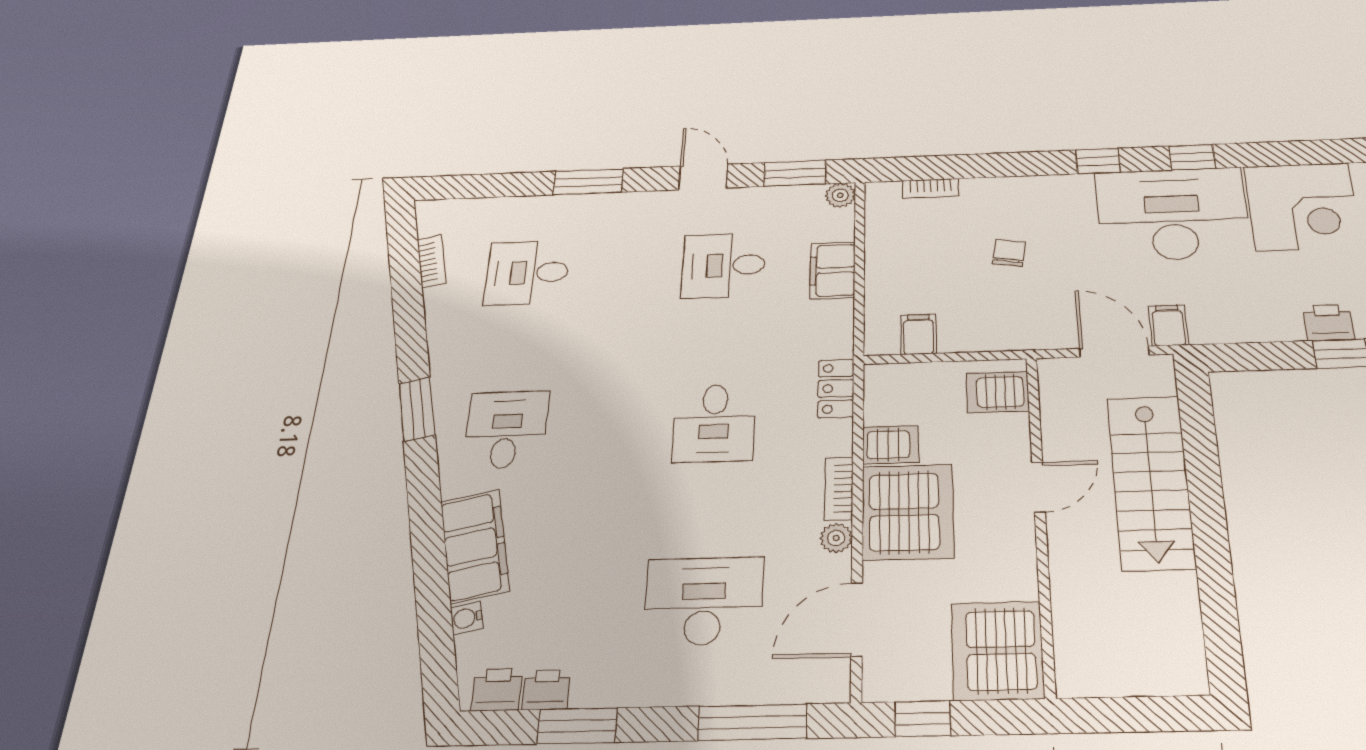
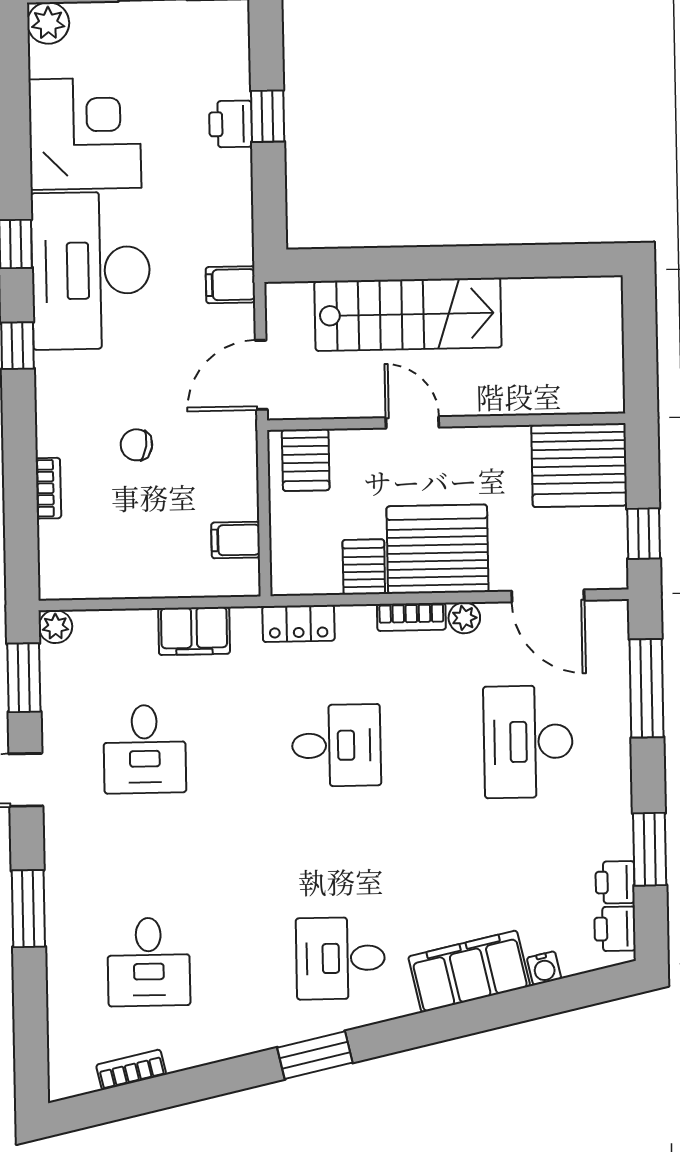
bookcase: (931, 188) -> (48, 488), moved
filing cabinet: (833, 270) -> (194, 631), moved
door: (1114, 352) -> (261, 375), moved

